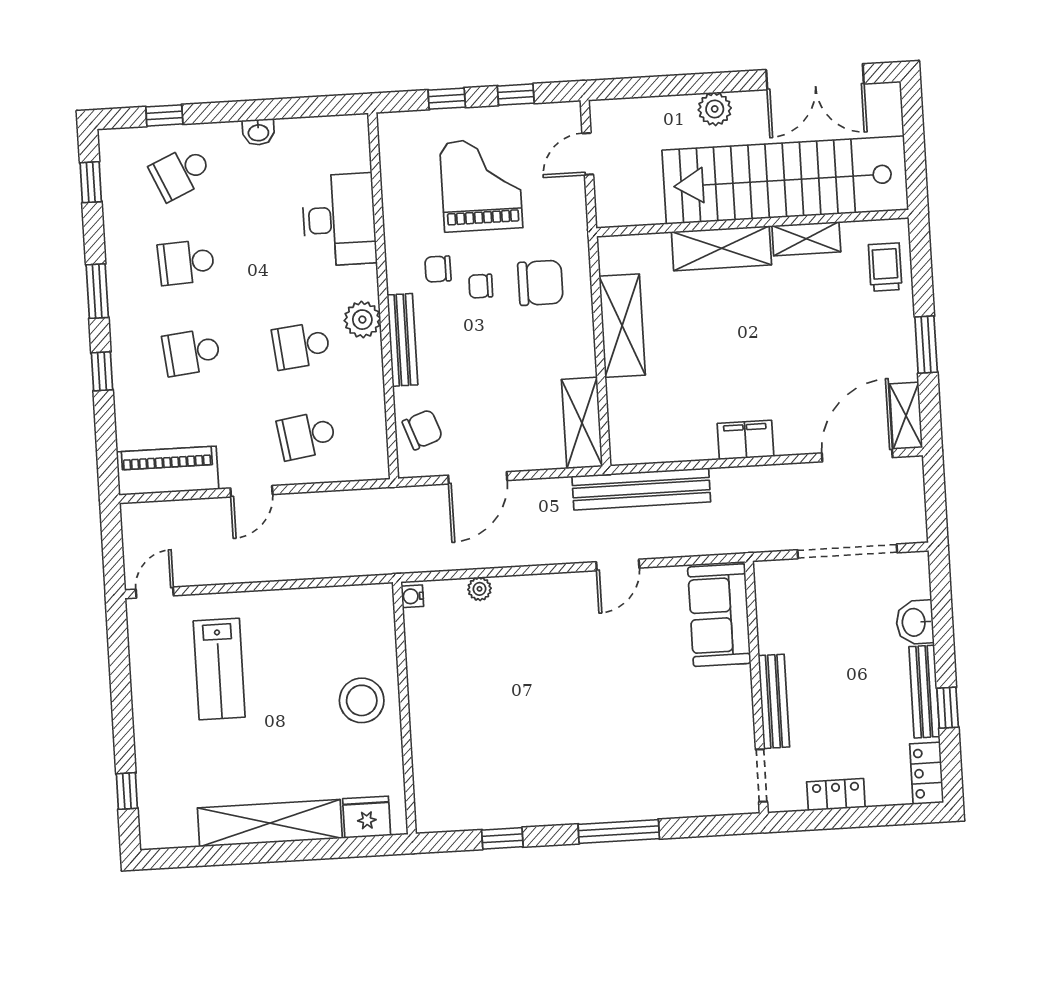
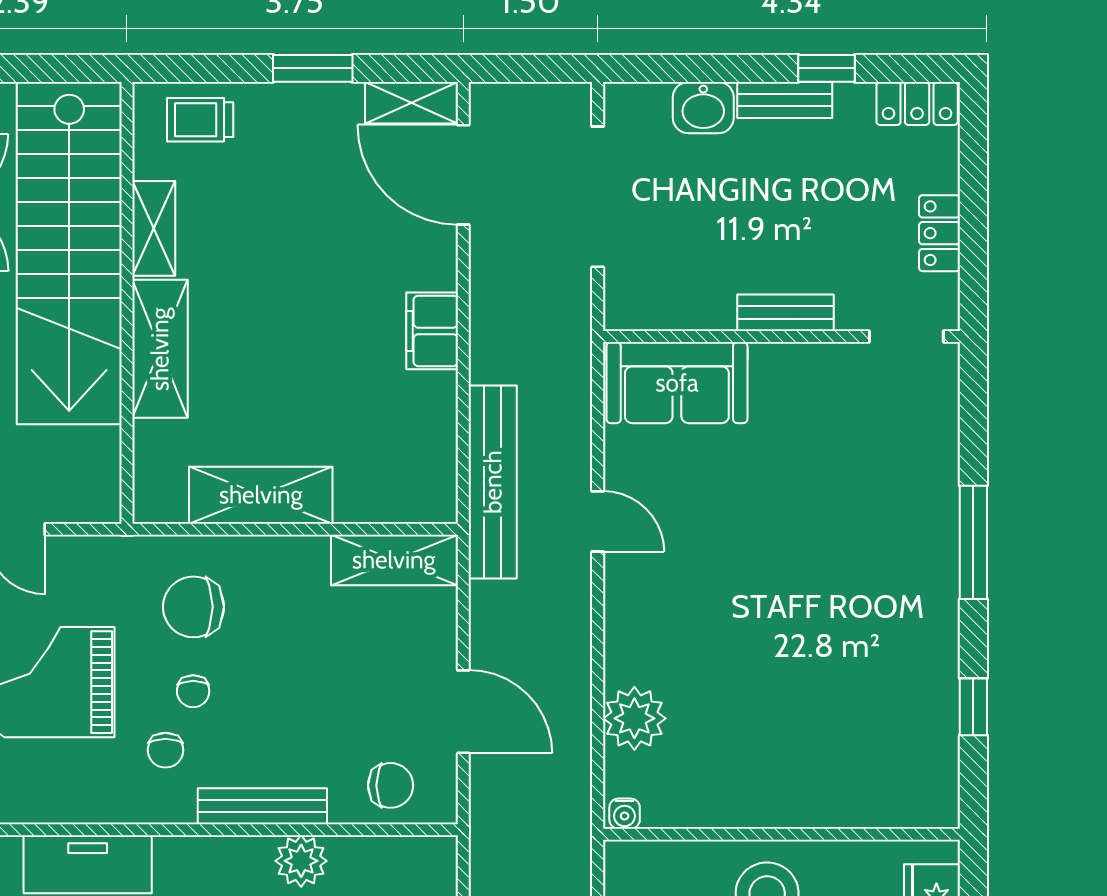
chair: (540, 283) -> (194, 607), turned -90
plant: (362, 320) -> (301, 861), moved
chair: (422, 430) -> (391, 785), turned 110
plant: (479, 589) -> (634, 718), width x1.87, depth x1.87
bench: (924, 692) -> (785, 100), width x0.73
bench: (774, 701) -> (785, 313), width x0.73

